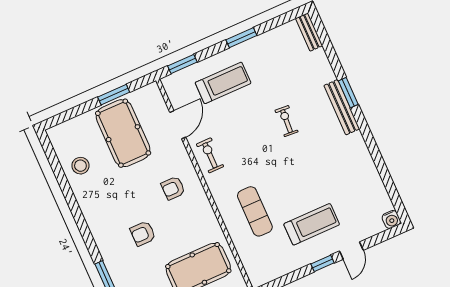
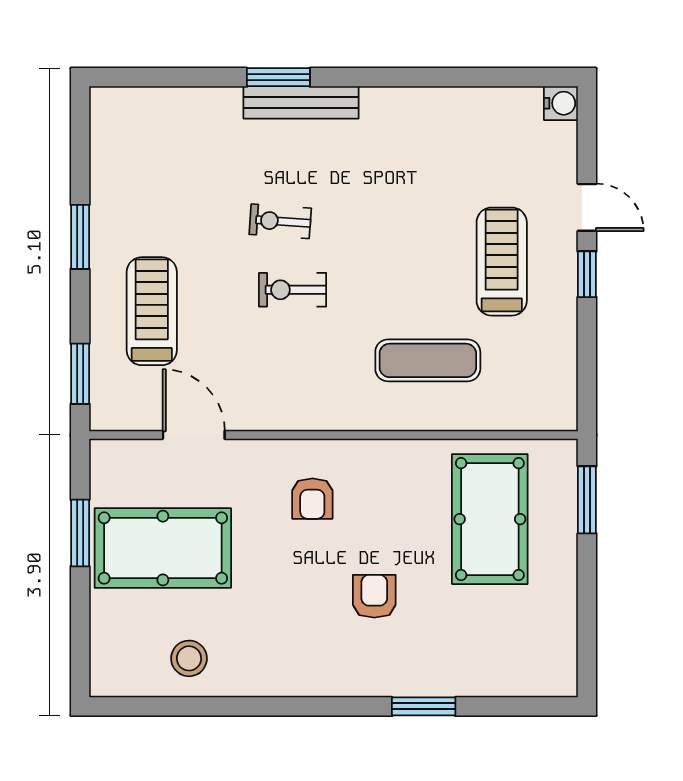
bench: (309, 32) -> (127, 101), removed
exercise bike: (210, 155) -> (293, 290), moved
armchair: (143, 234) -> (374, 596), turned 180

